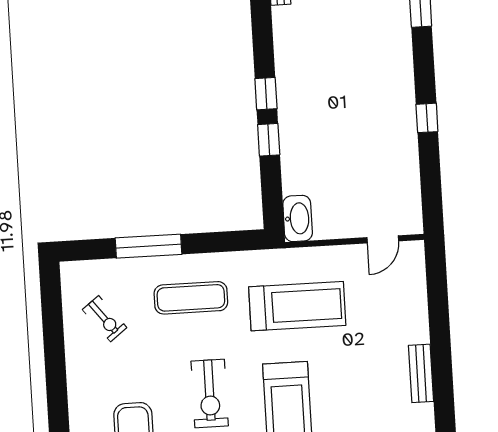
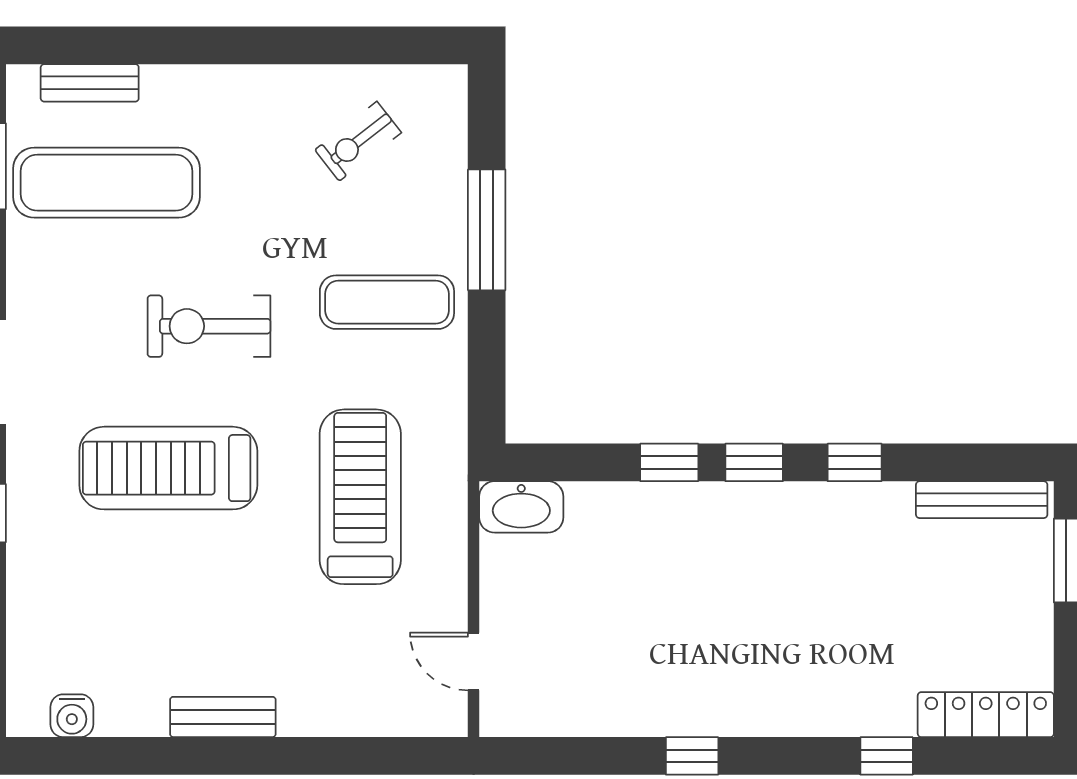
window: (263, 39) -> (855, 462), added
exercise mat: (191, 298) -> (387, 302), turned 90
treadmill: (297, 306) -> (360, 497), turned 180

